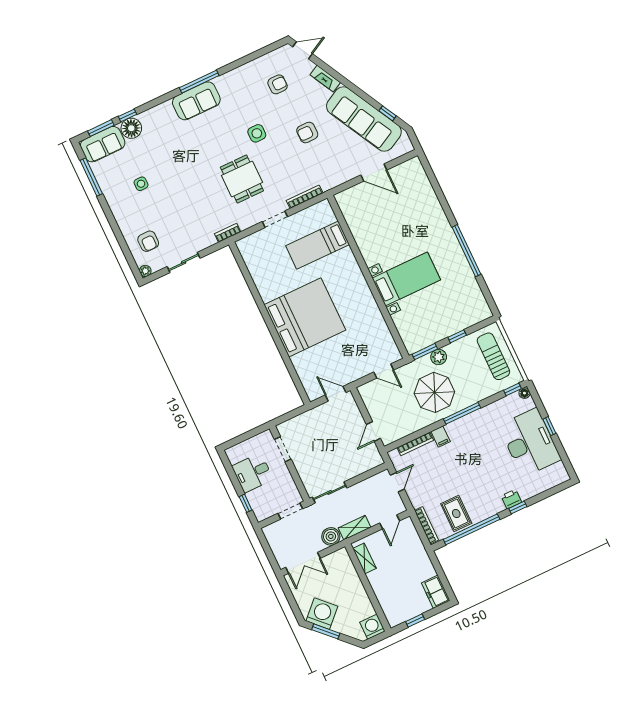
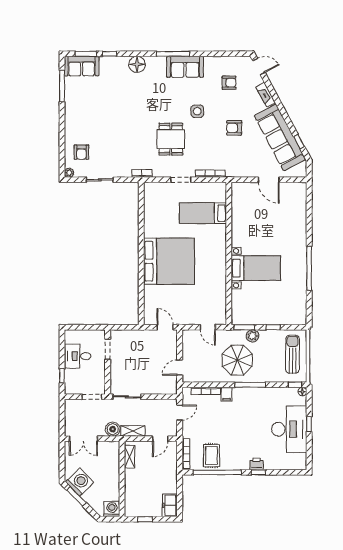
sofa: (196, 101) -> (185, 67), moved
floor lamp: (131, 128) -> (137, 64), moved
side table: (141, 184) -> (96, 108), removed

